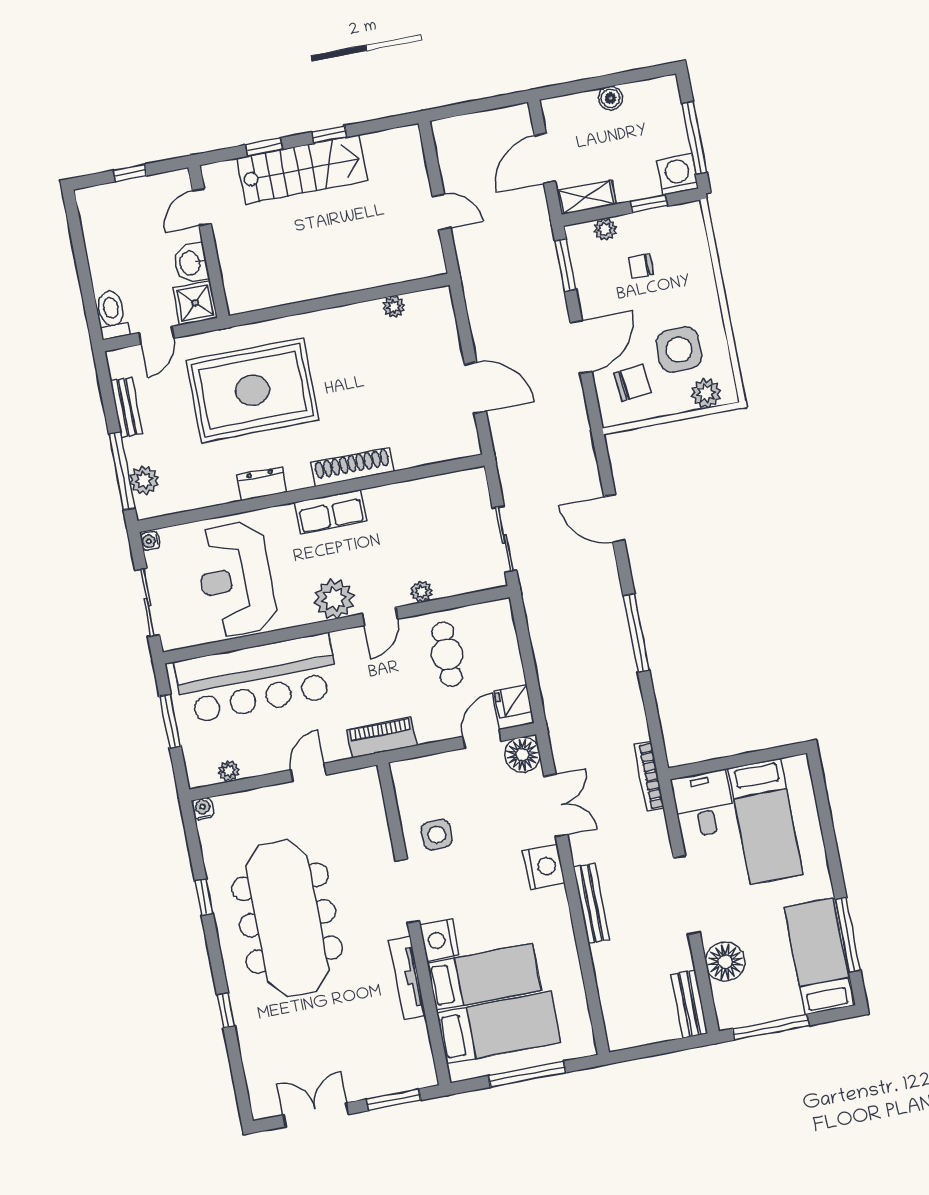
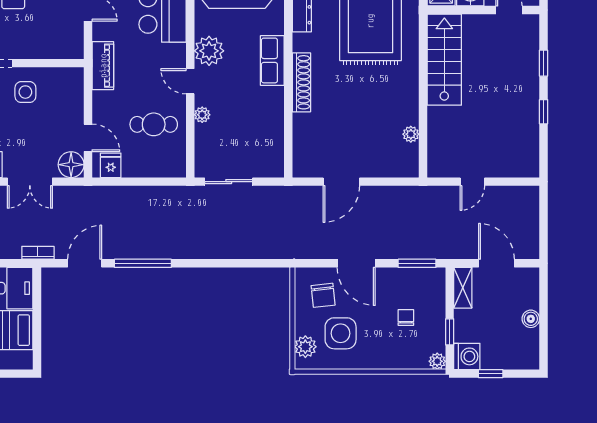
window: (694, 138) -> (491, 374), width x0.46
stairs: (302, 169) -> (444, 60), moved, turned 180
plant: (605, 229) -> (437, 361), moved
door: (614, 518) -> (85, 263), moved
bookcase: (649, 776) -> (38, 253), width x0.64

